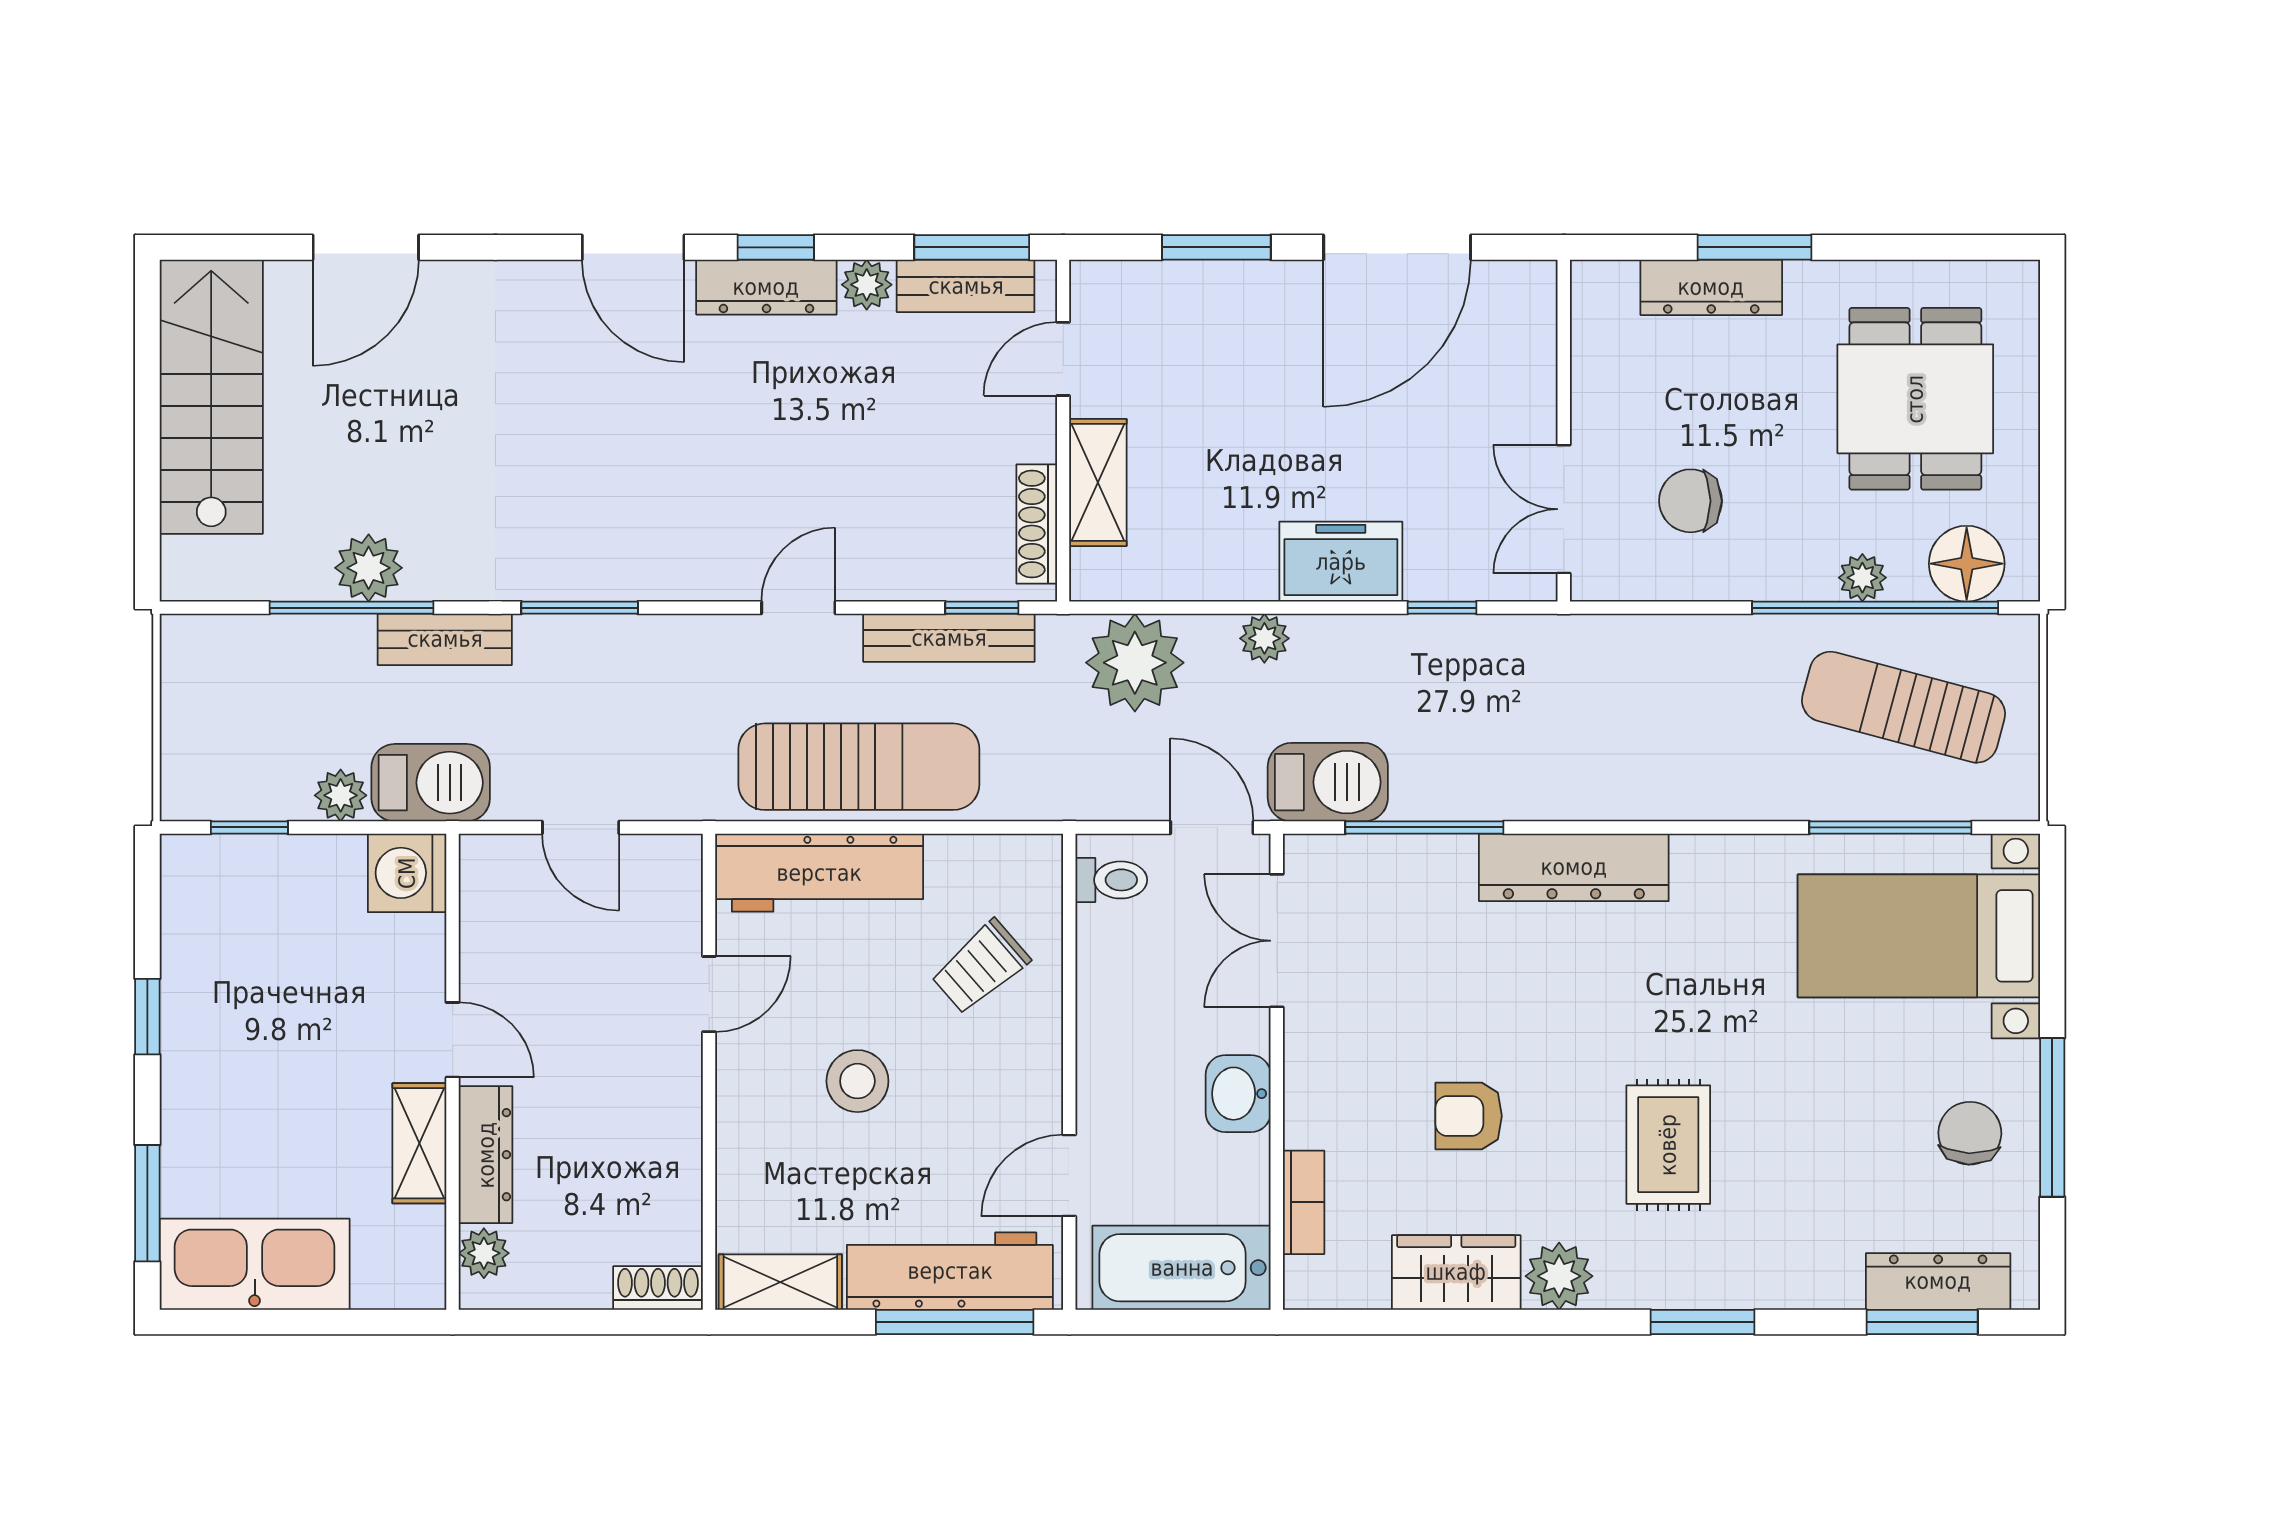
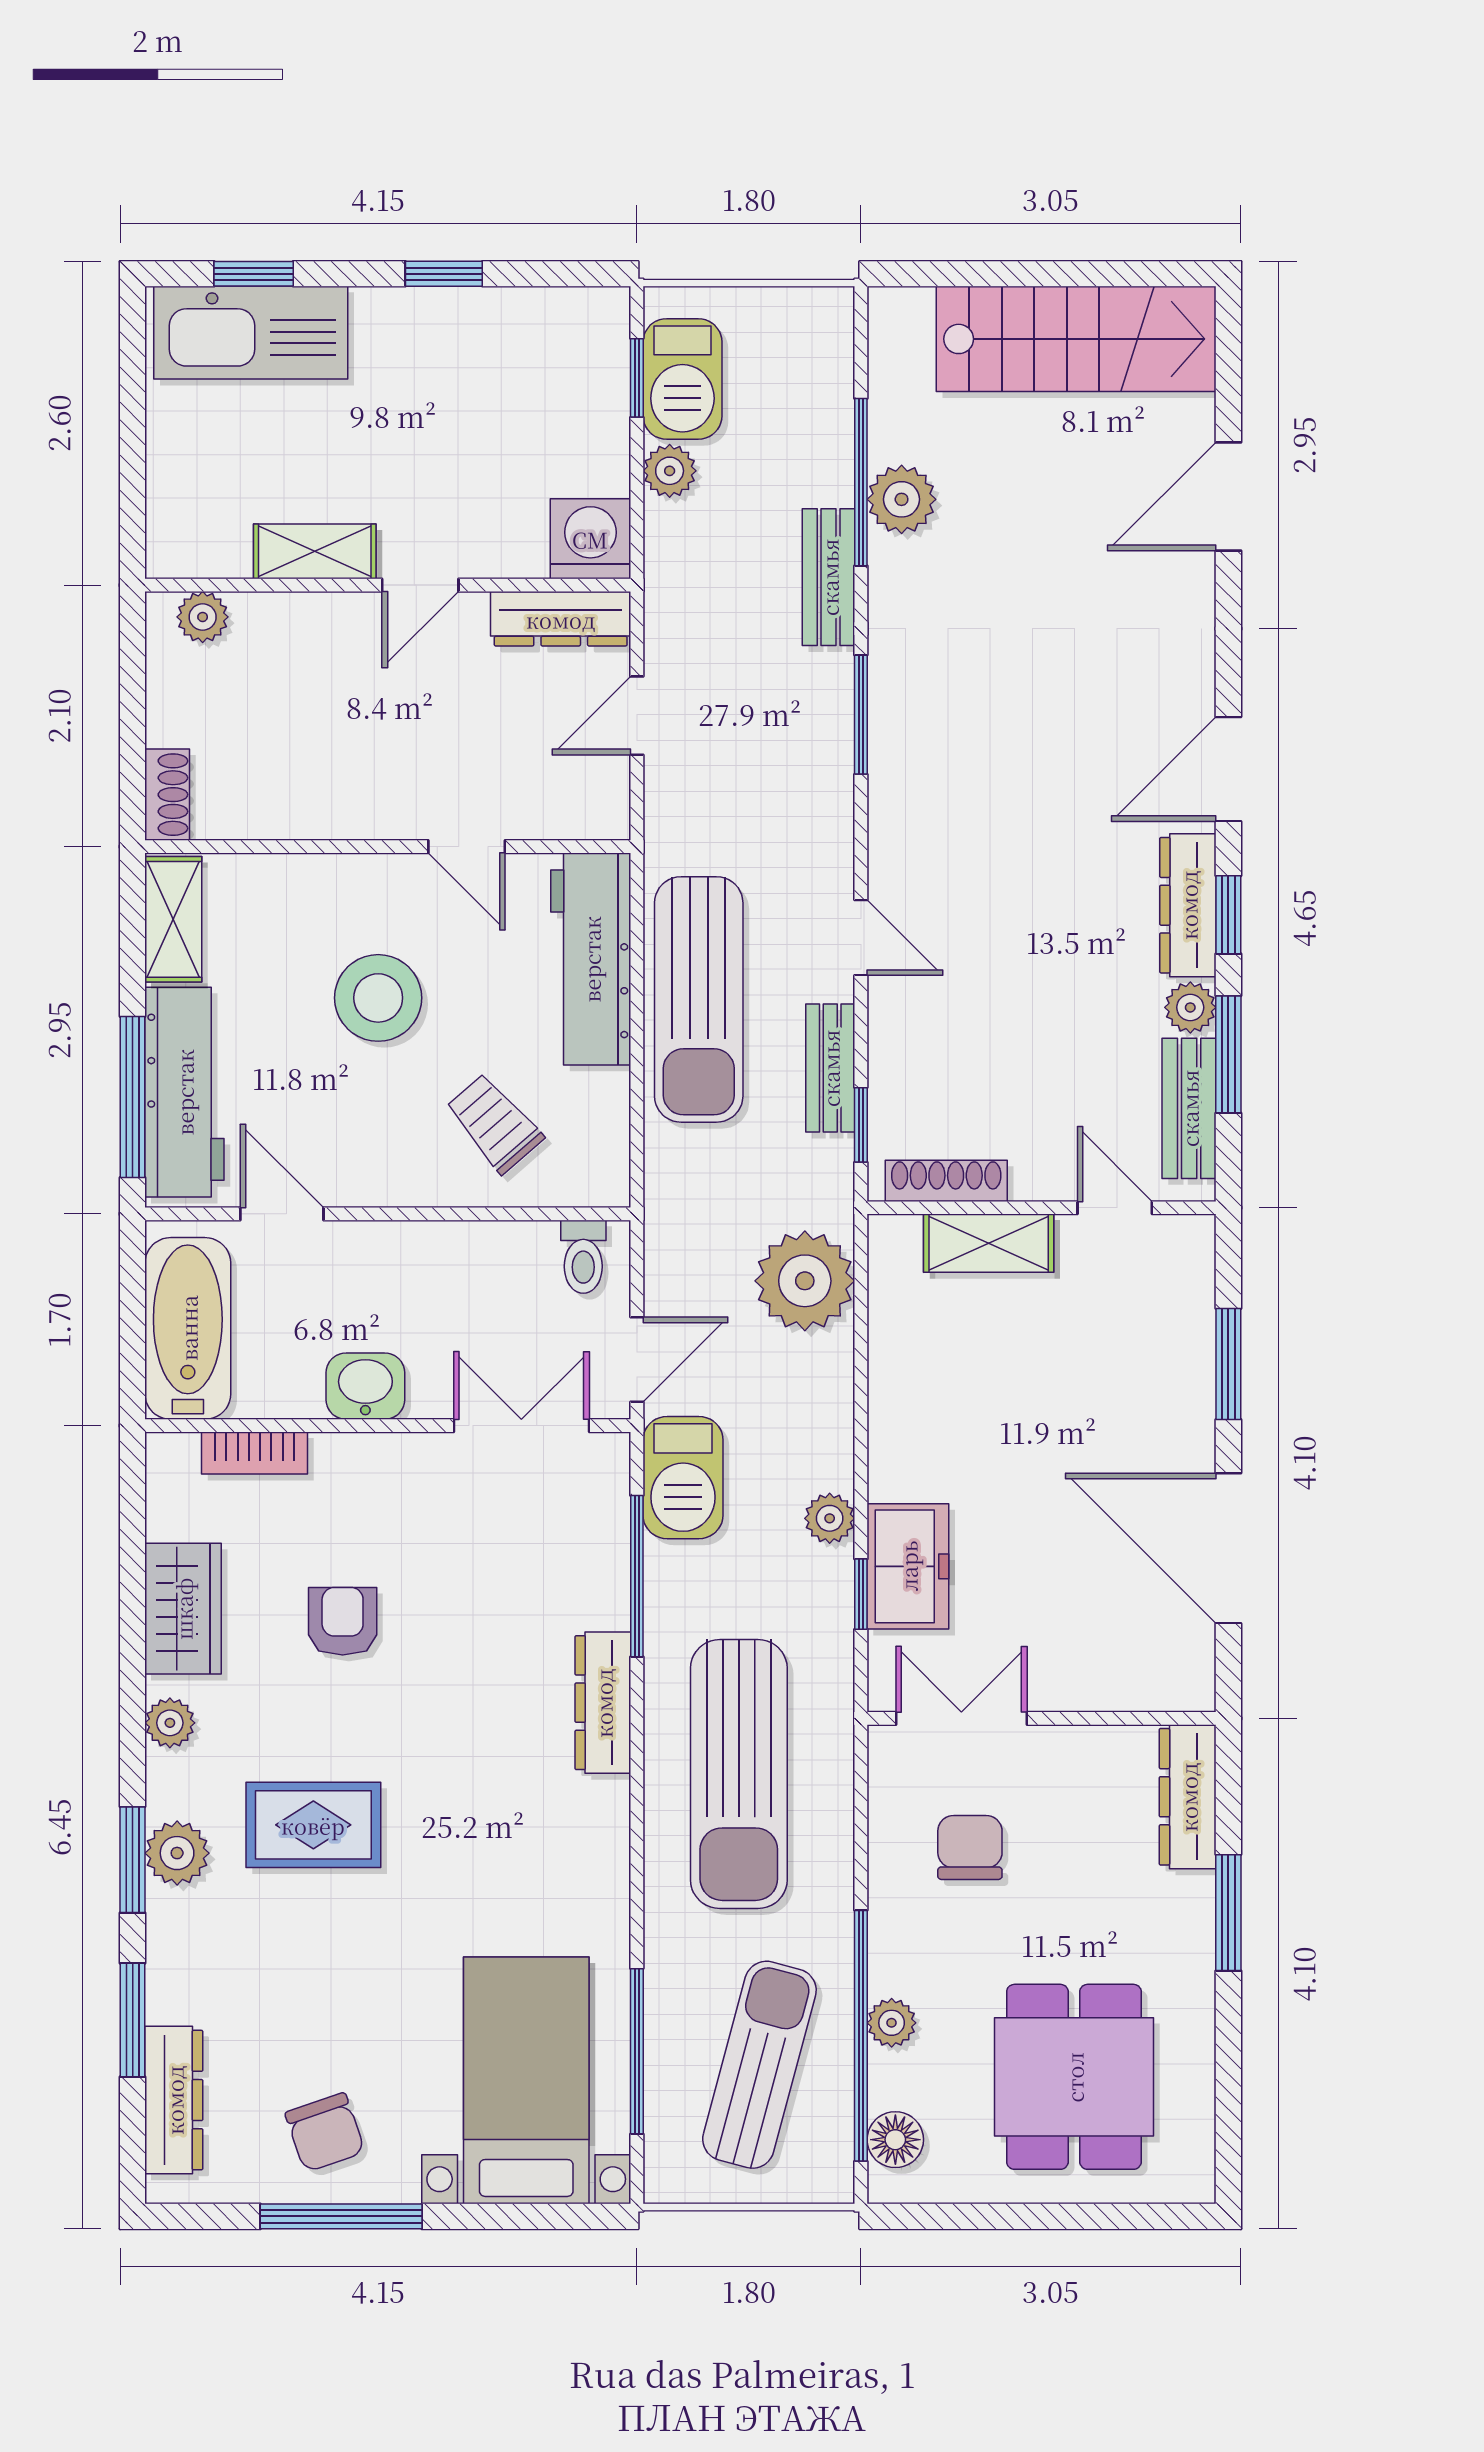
door: (366, 247) -> (1228, 497), hinge flipped
window: (972, 247) -> (1228, 1054), moved
dresser: (1711, 287) -> (1188, 1797), moved
dining table: (1915, 399) -> (1074, 2077), turned 90
freezer: (1341, 562) -> (908, 1566), moved
floor lamp: (1967, 564) -> (895, 2140), width x0.73, depth x0.73
bench: (949, 638) -> (830, 1068), width x0.73
plant: (1264, 638) -> (830, 1518), moved
sun lounger: (1618, 727) -> (739, 1774), added
barbecue: (431, 783) -> (682, 379), moved
dresser: (1574, 867) -> (603, 1703), width x0.73, depth x0.80
stool: (857, 1081) -> (378, 998), width x1.38, depth x1.38
chair: (1970, 1133) -> (325, 2132), turned 69
dresser: (486, 1155) -> (561, 619), moved
window: (147, 1203) -> (254, 274), width x0.67
kitchen sink: (255, 1264) -> (251, 333), moved, turned 90
plant: (1559, 1276) -> (170, 1723), width x0.73, depth x0.73
plant: (1696, 1278) -> (177, 1853), added
window: (1922, 1322) -> (133, 2020), moved

